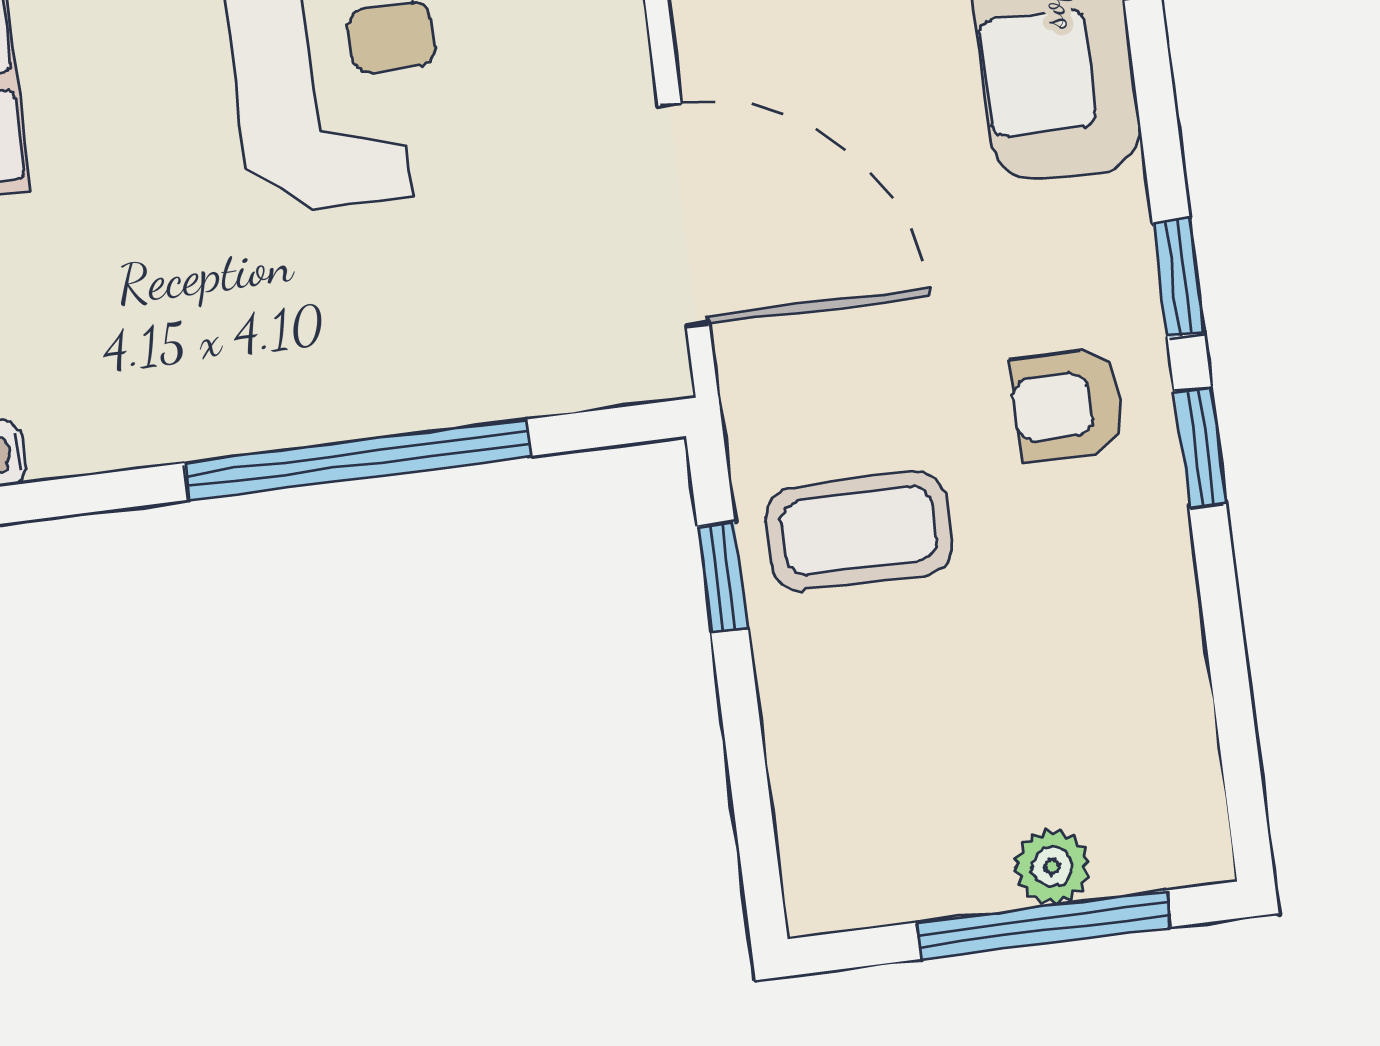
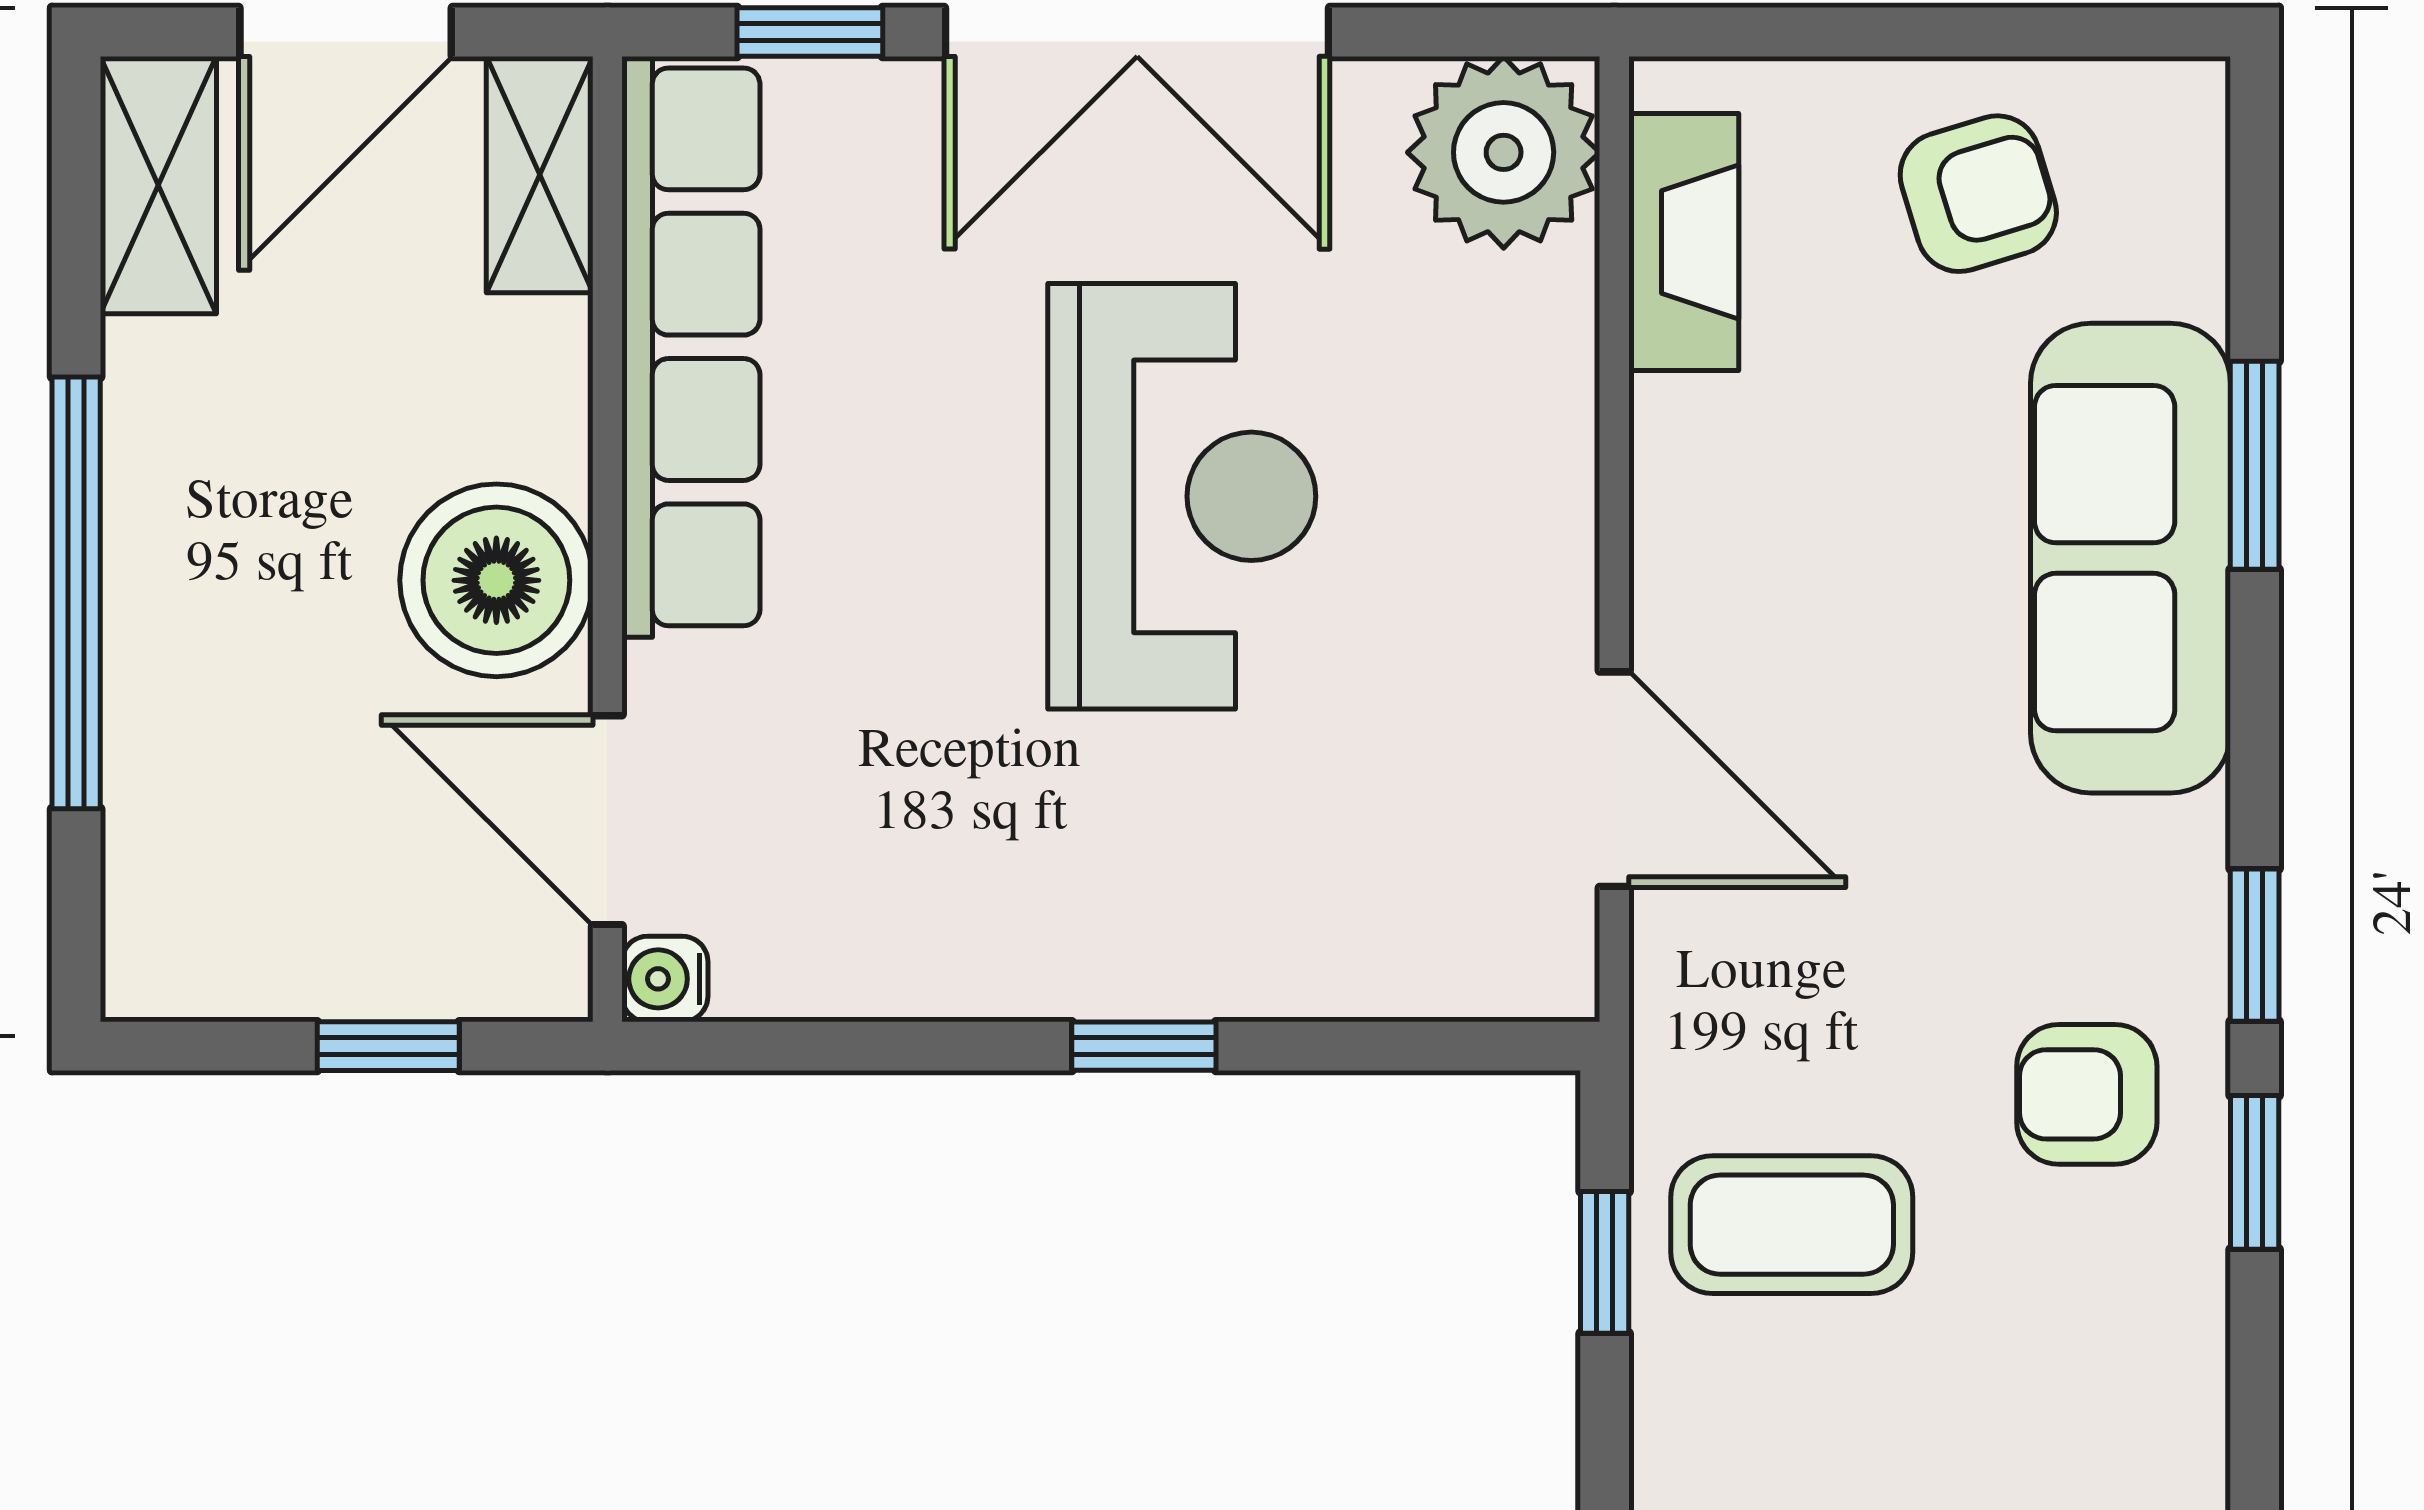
door: (684, 215) -> (1614, 779), width x0.73
window: (358, 460) -> (1144, 1046), width x0.32

